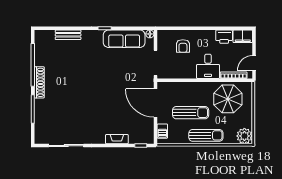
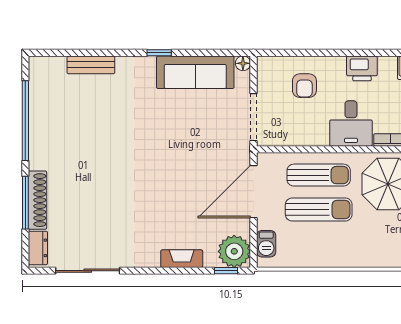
printer: (224, 37) -> (362, 68), moved
shoe rack: (39, 82) -> (37, 200), moved
door: (156, 103) -> (254, 192), hinge flipped
dresser: (39, 133) -> (38, 248), added
plant: (145, 135) -> (234, 251), added
sun lounger: (206, 135) -> (319, 175), moved

